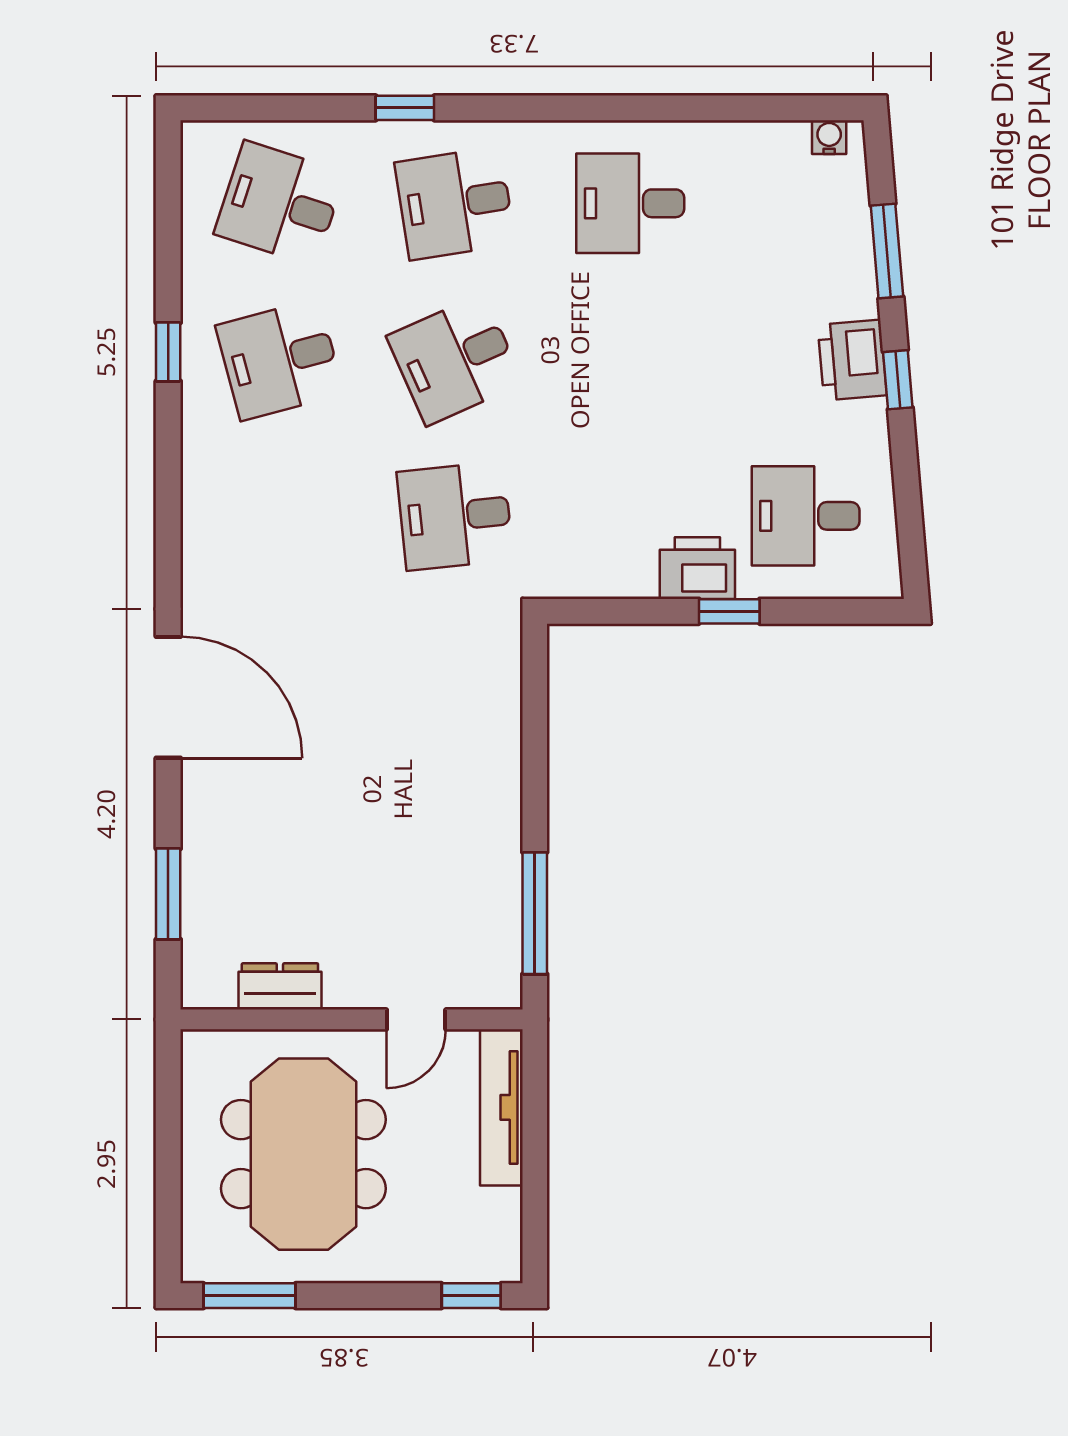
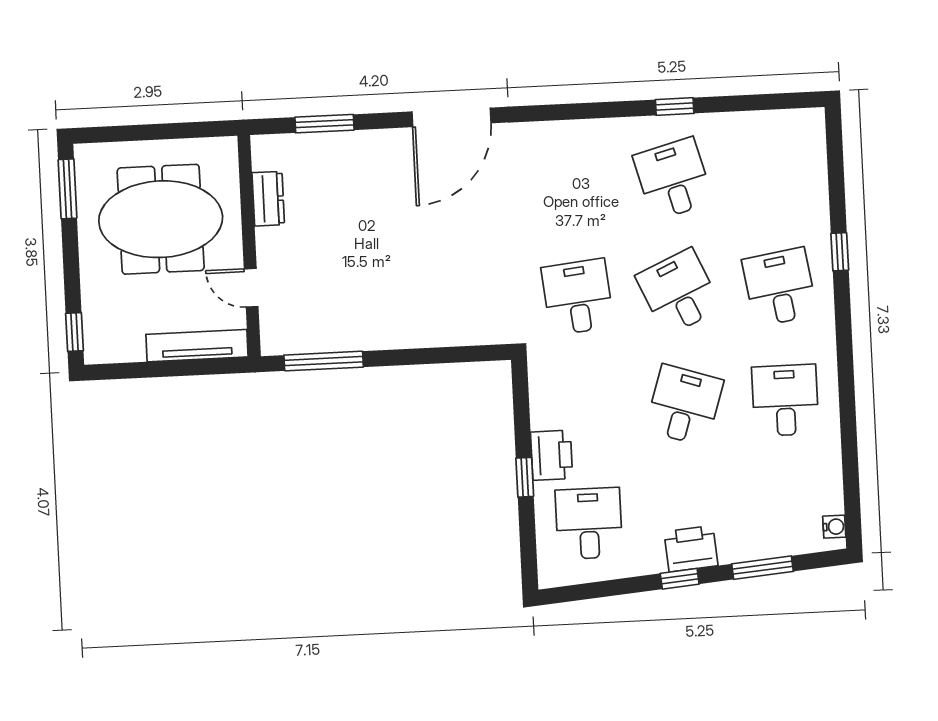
desk: (280, 203) -> (684, 405), moved

